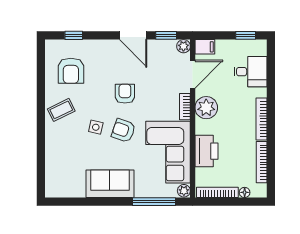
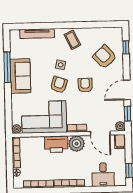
armchair: (71, 71) -> (105, 57), moved, turned 47
armchair: (125, 94) -> (85, 85), turned -90
printer: (206, 151) -> (56, 144), moved
tv unit: (51, 159) -> (37, 34), added
window: (154, 202) -> (7, 67), moved

